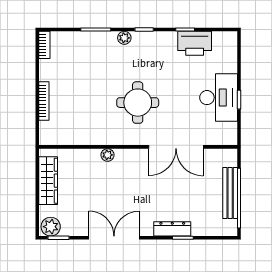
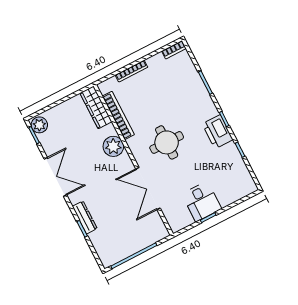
plant: (124, 38) -> (210, 107), removed
printer: (195, 43) -> (218, 132), moved
desk: (219, 98) -> (202, 201), width x0.73
bookcase: (83, 139) -> (118, 115), added
plant: (108, 155) -> (113, 146), width x1.87, depth x1.87
wardrobe: (48, 181) -> (96, 107), moved, turned 90
bench: (230, 193) -> (134, 247), removed

